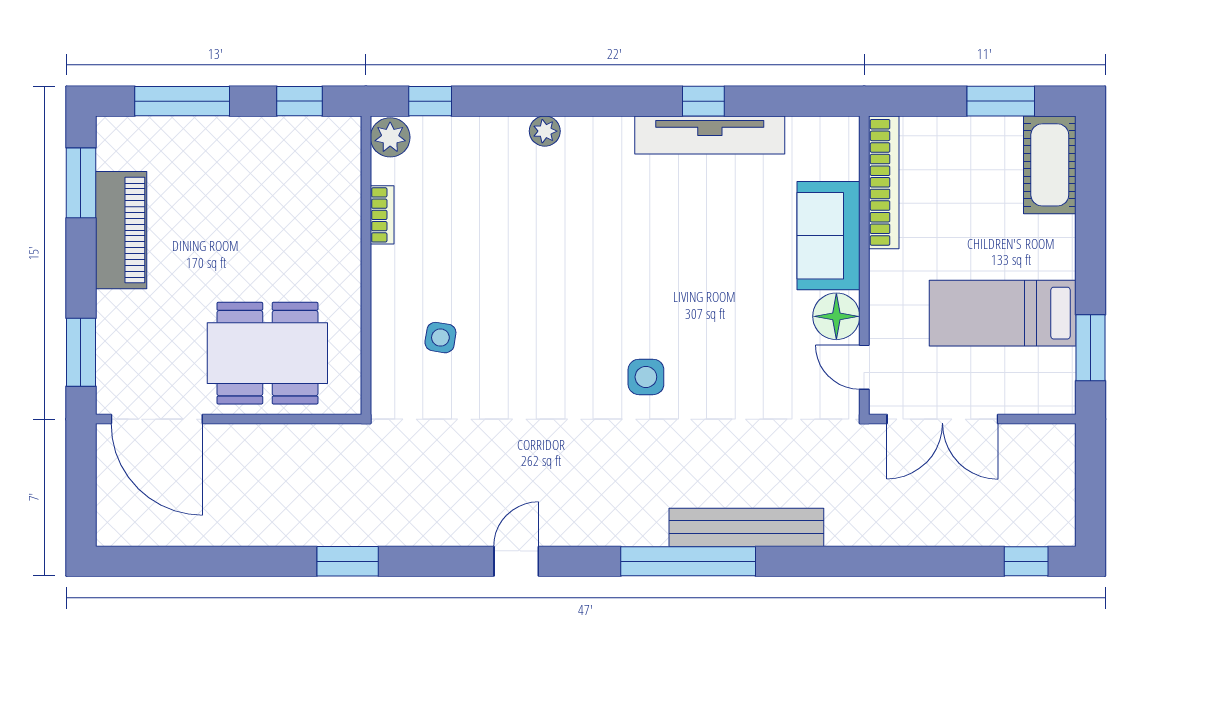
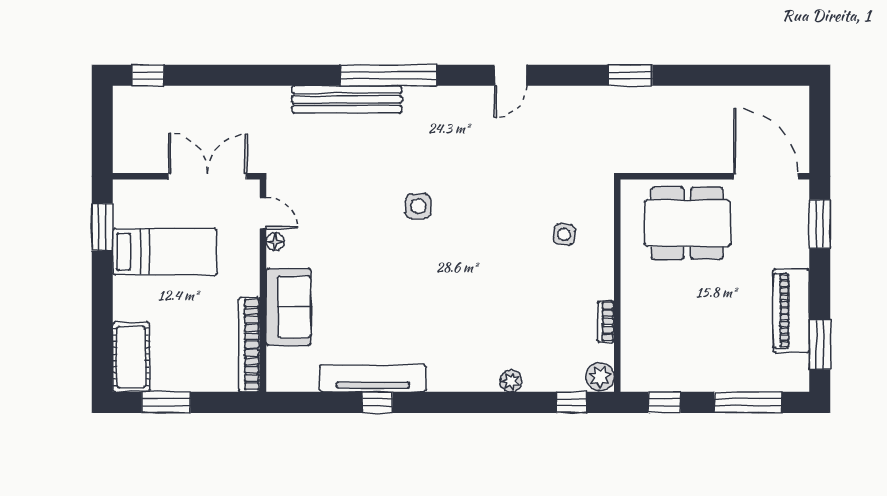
plant: (545, 131) -> (511, 381), moved
floor lamp: (836, 316) -> (275, 242), width x0.53, depth x0.53

